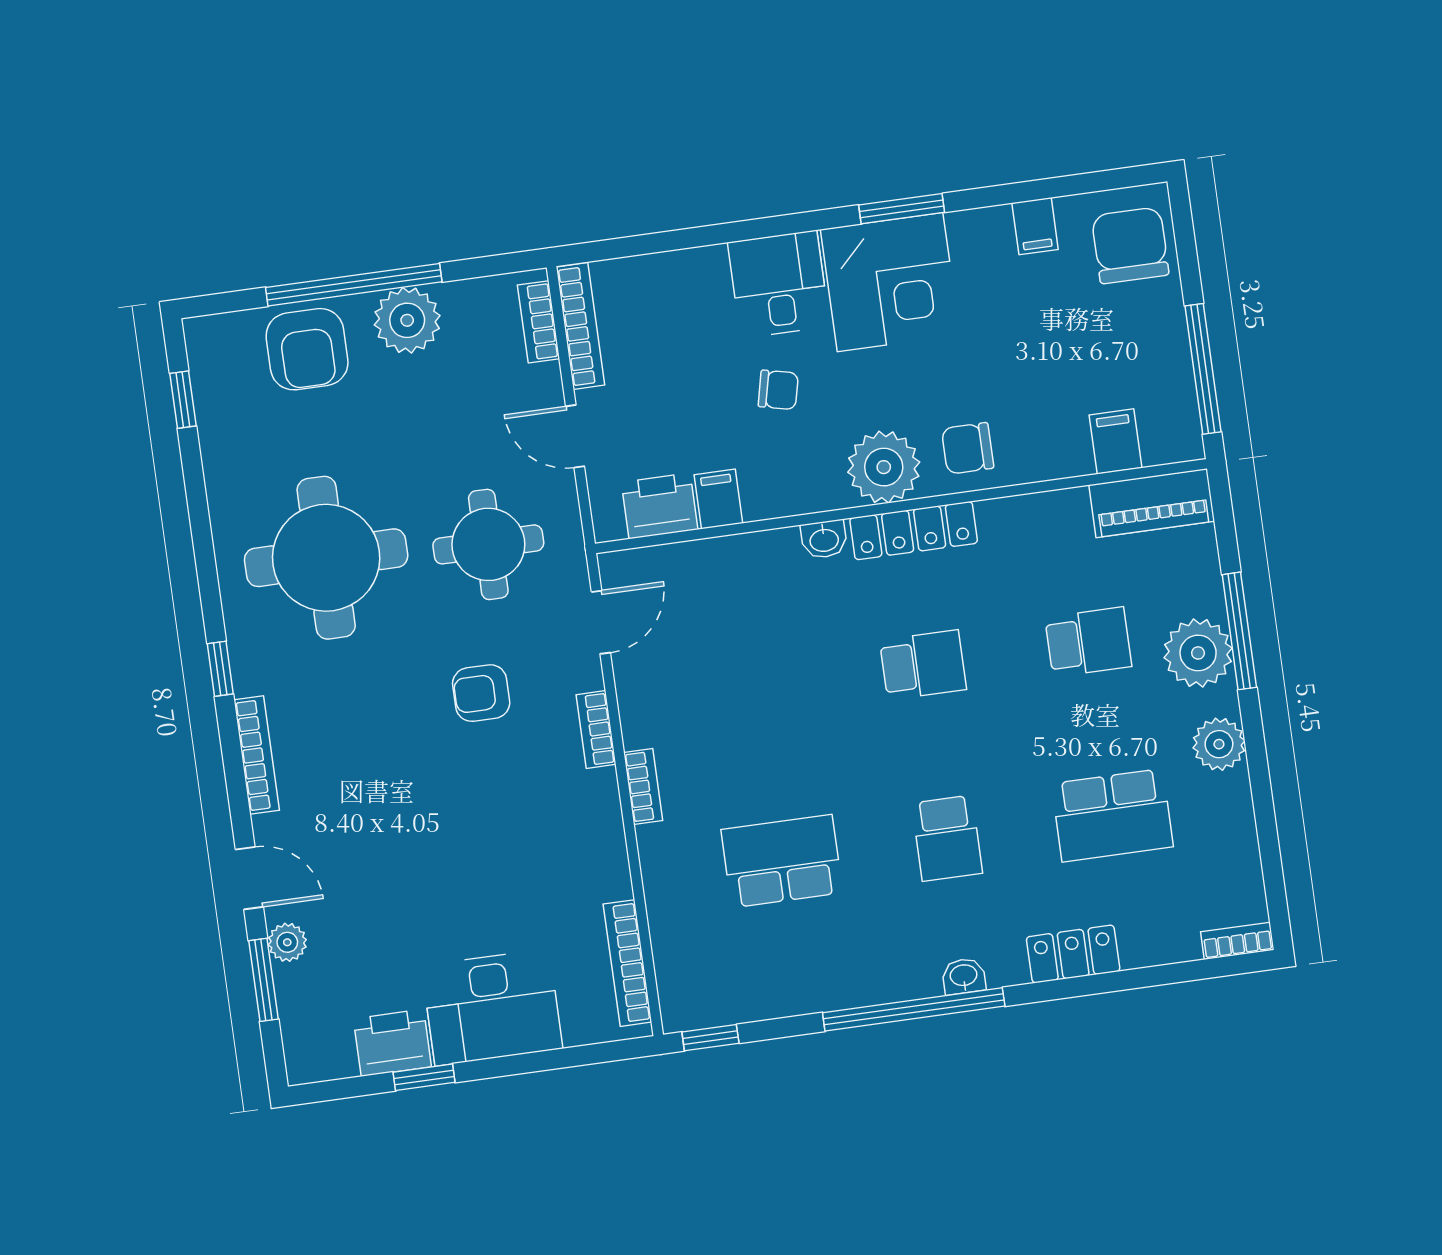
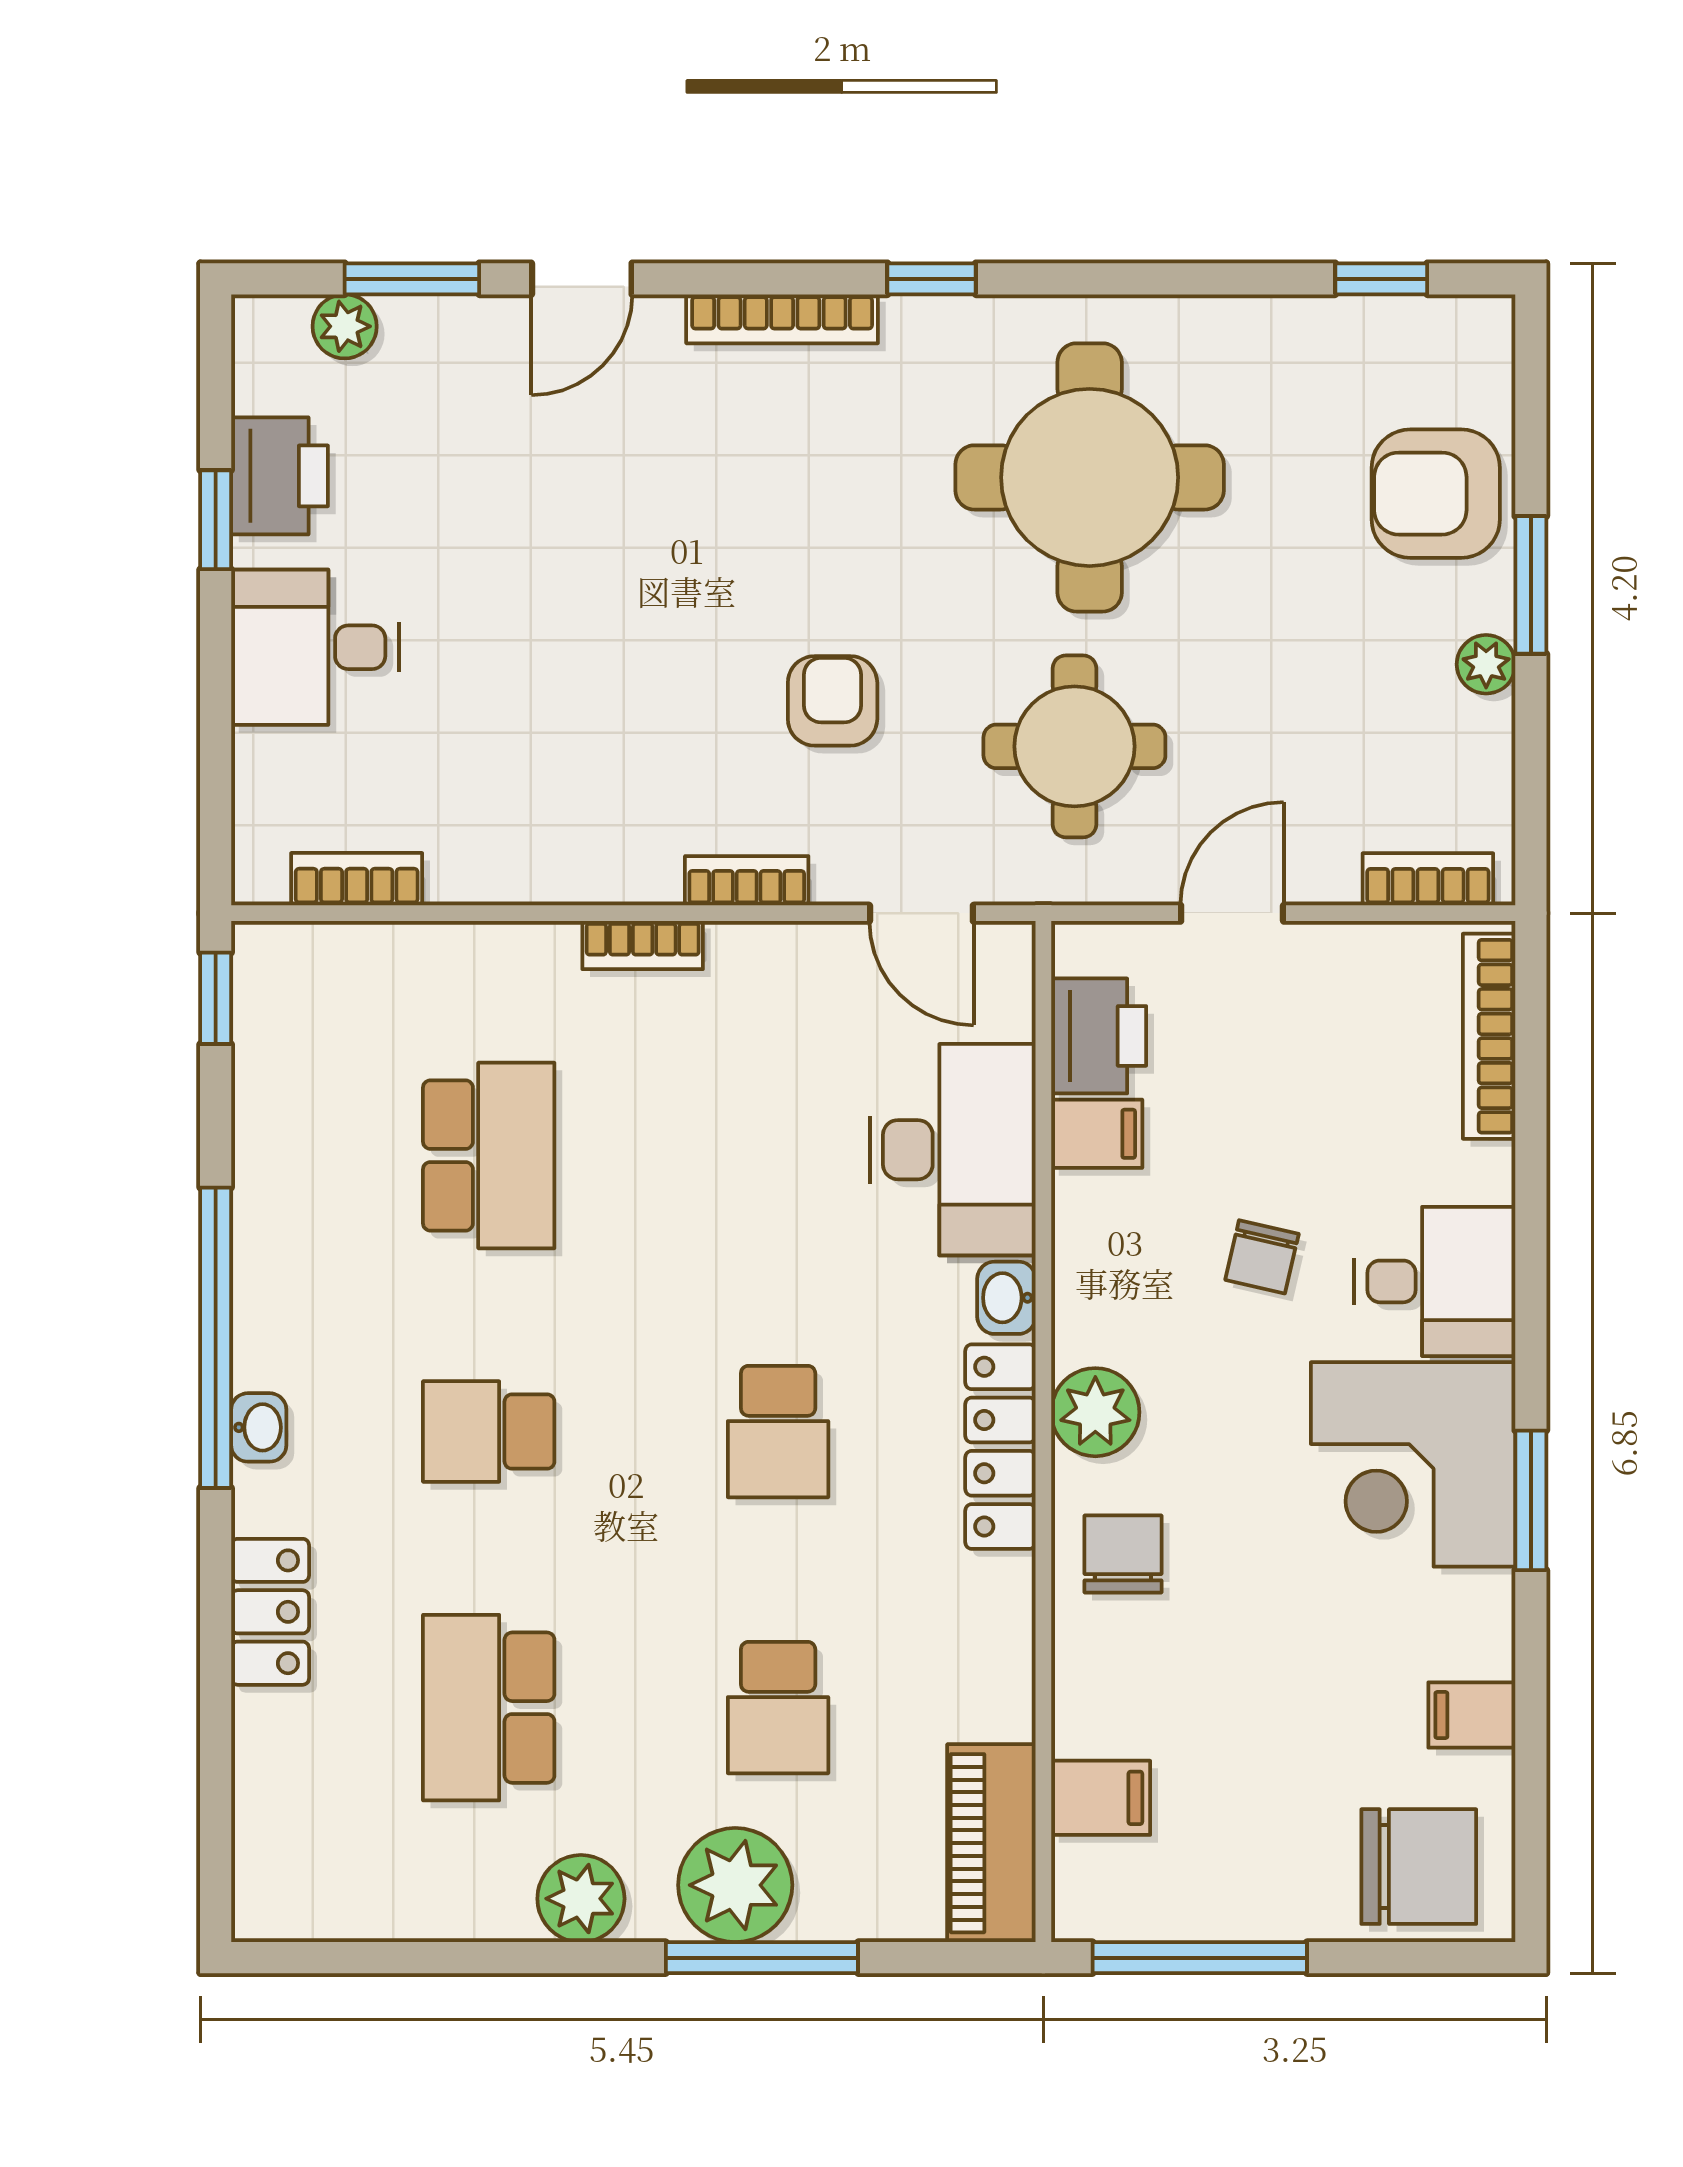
window: (354, 285) -> (1531, 585), width x0.47
plant: (407, 320) -> (1486, 664), width x0.53, depth x0.53
bookcase: (581, 326) -> (1489, 1036), moved, turned 90
plant: (884, 467) -> (1095, 1412), width x0.73, depth x0.73
desk: (740, 584) -> (953, 1150), added
bookcase: (1237, 941) -> (254, 1884), removed
plant: (287, 942) -> (345, 326), moved
bookcase: (627, 963) -> (357, 879), width x0.64
desk: (492, 1007) -> (315, 647), width x0.73

